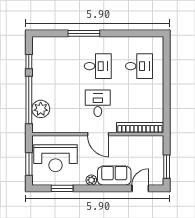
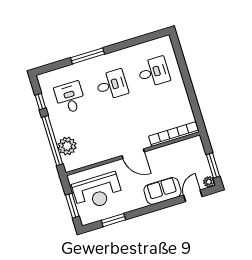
desk: (98, 103) -> (70, 98), moved
plant: (91, 180) -> (209, 182), moved

